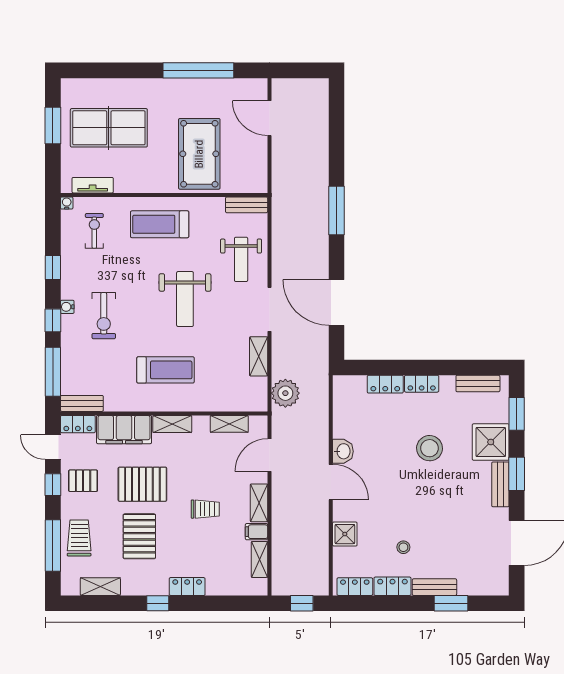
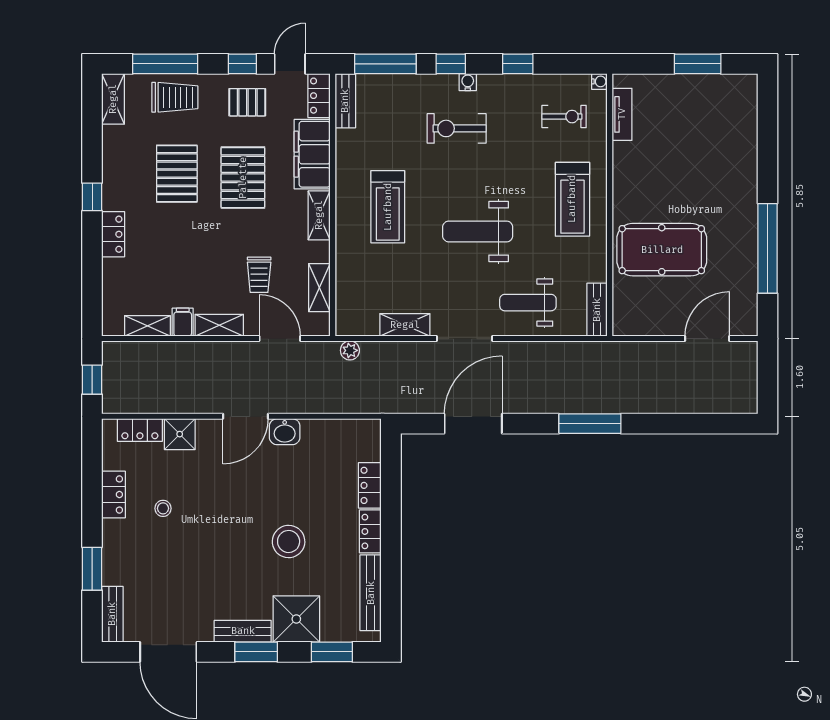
table tennis table: (109, 128) -> (695, 135), removed
treadmill: (160, 224) -> (572, 199), turned 180
bench: (478, 383) -> (371, 593), width x1.36
plant: (285, 393) -> (350, 350), width x0.53, depth x0.53
pallet: (83, 481) -> (247, 102), turned 90
trolley: (205, 509) -> (259, 275), moved
pallet: (139, 536) -> (177, 174), turned 90
shelving: (100, 587) -> (113, 99), moved
locker: (355, 587) -> (140, 430), moved, turned 90
bench: (434, 587) -> (112, 614), moved

